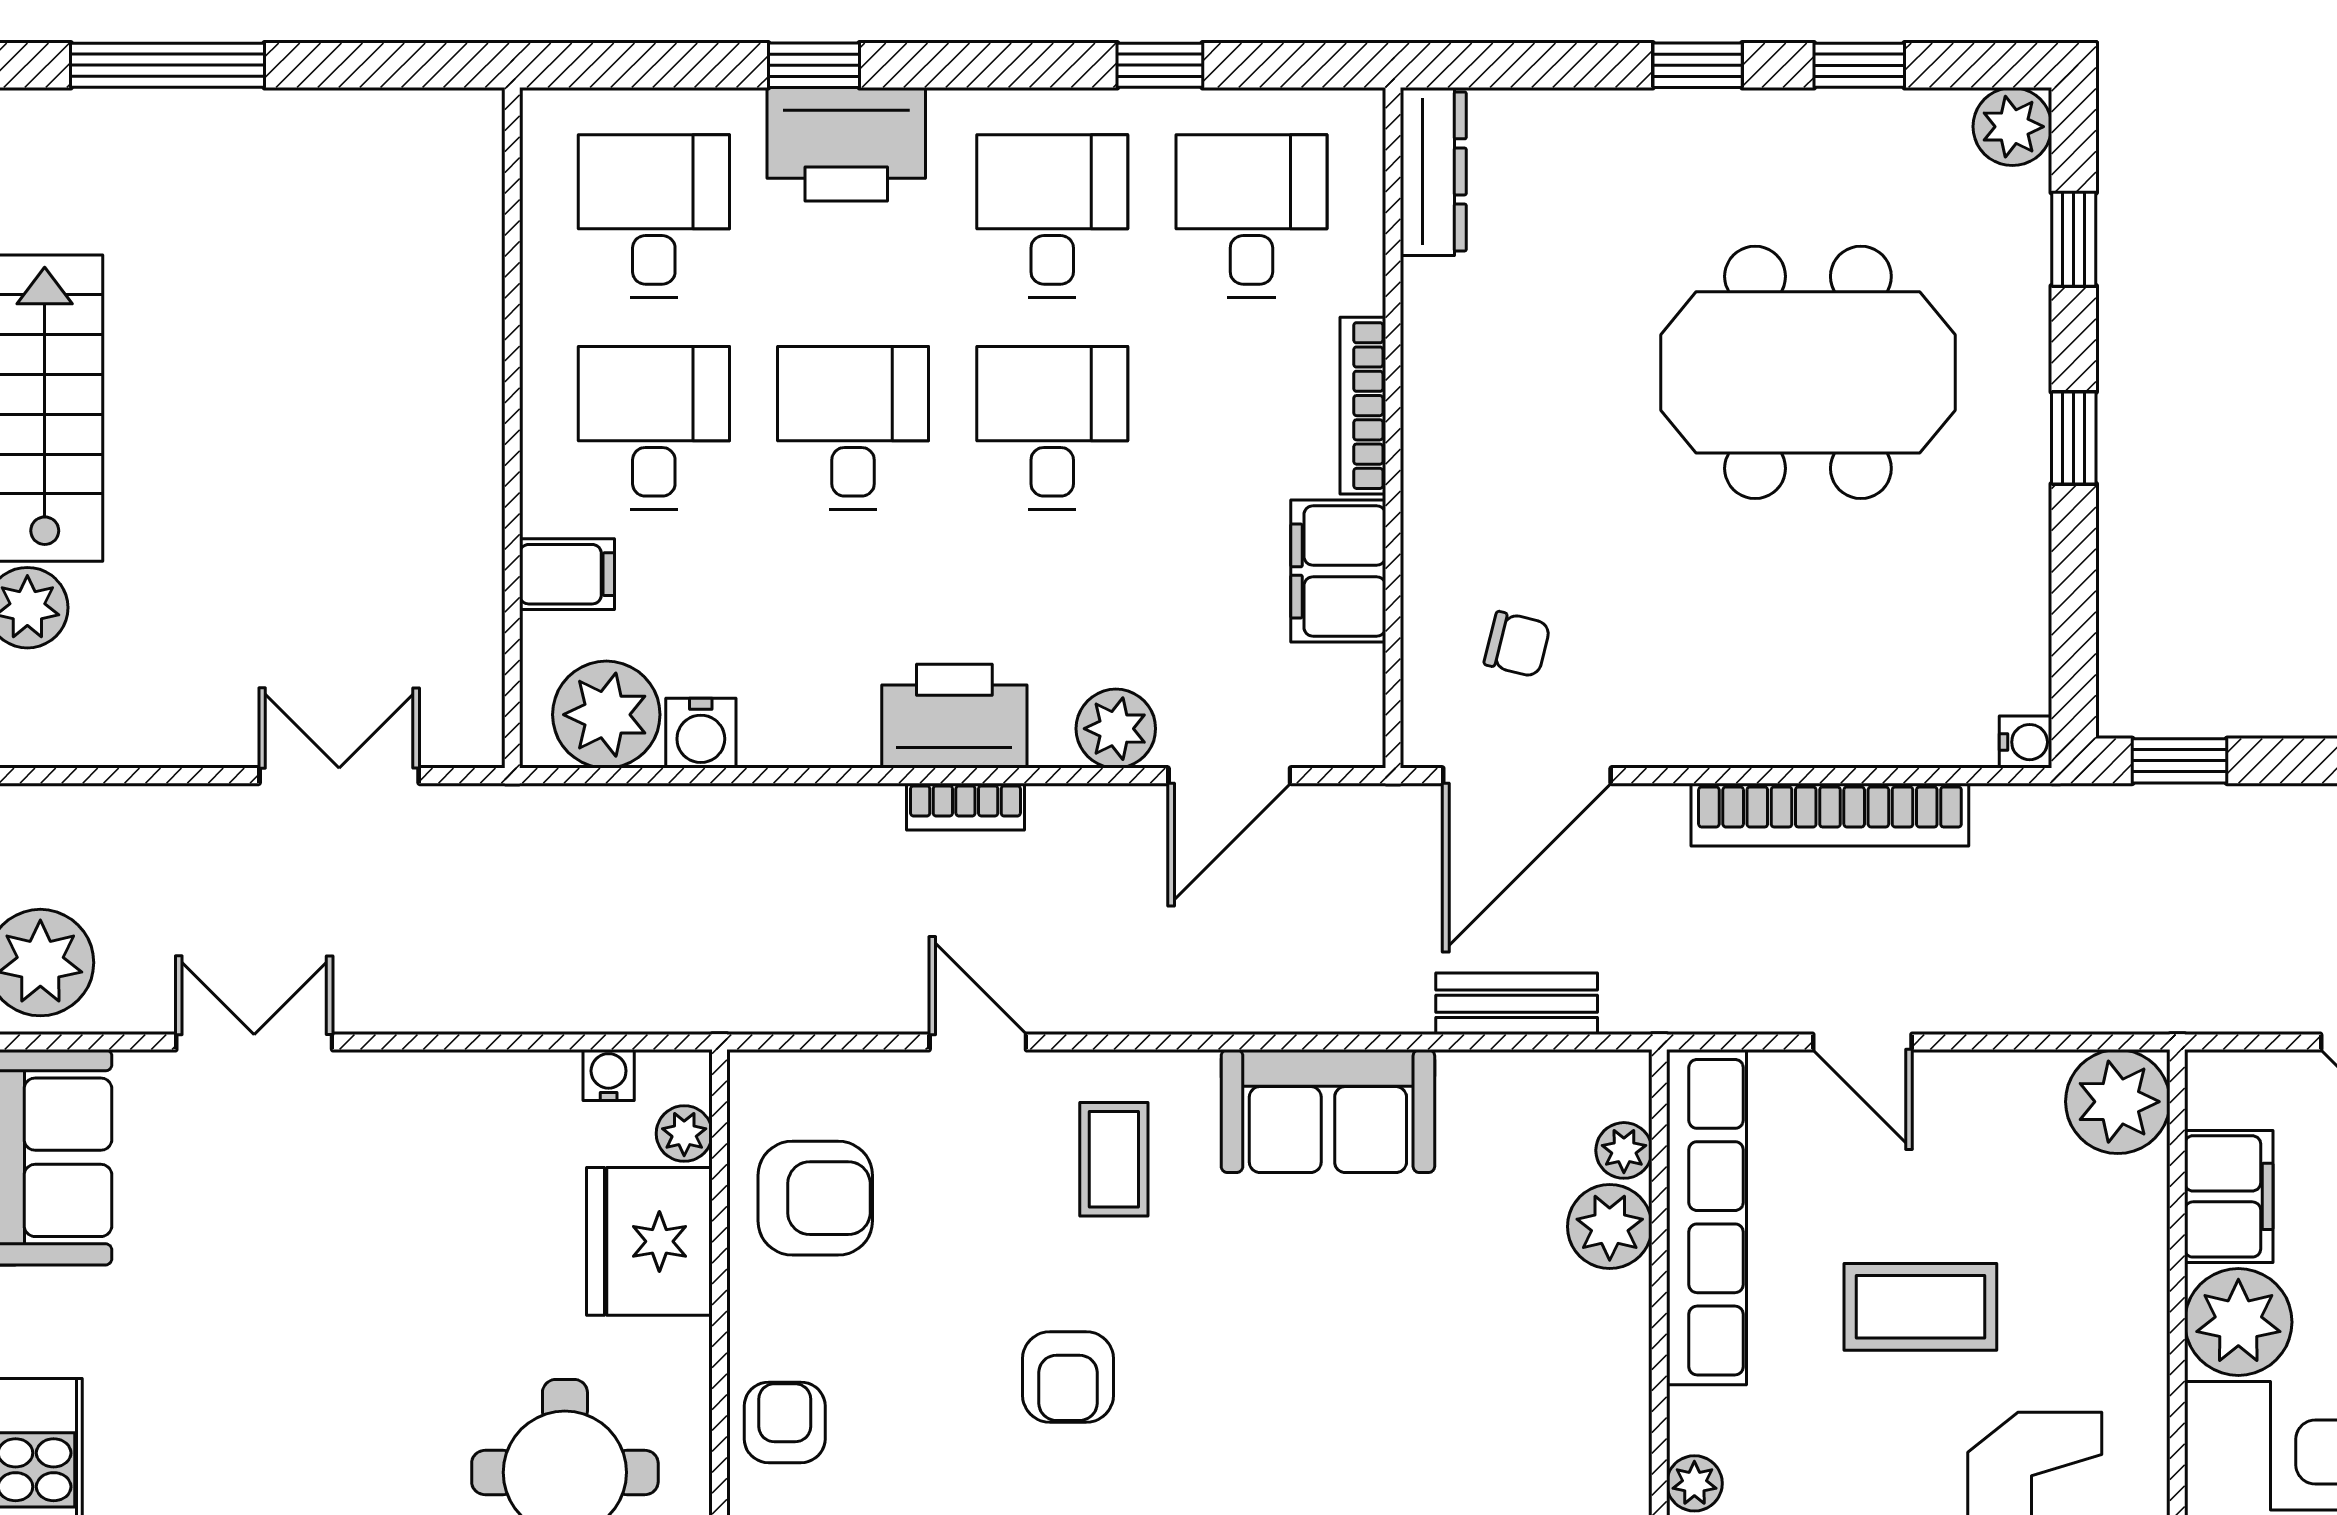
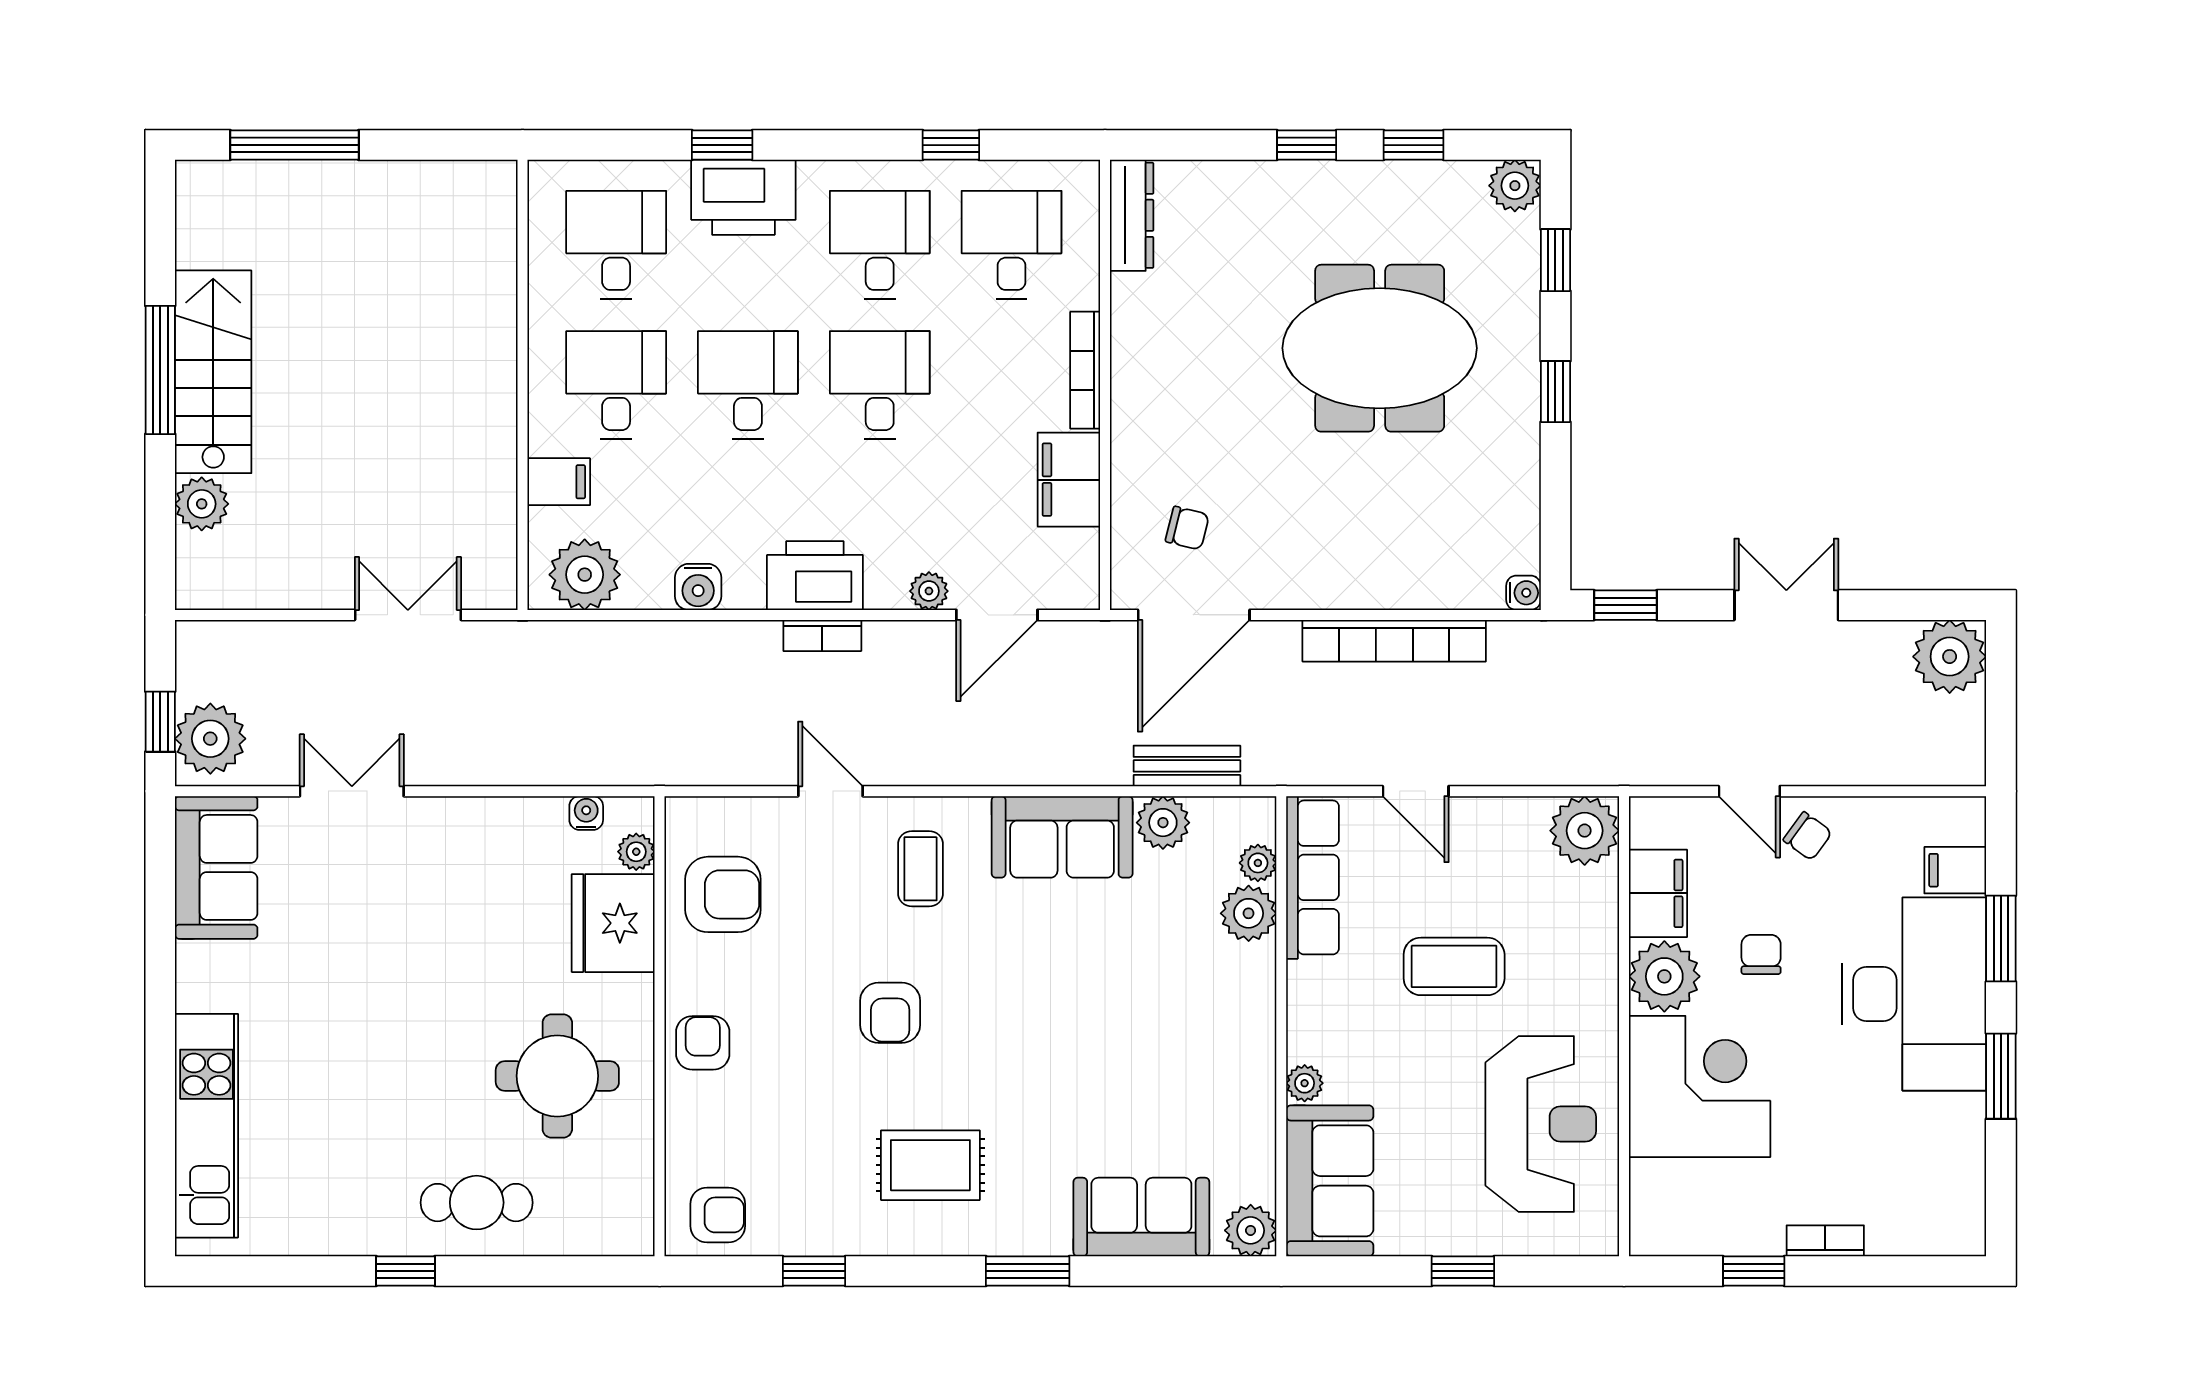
plant: (1116, 729) -> (929, 591), width x0.73, depth x0.73
water cooler: (701, 733) -> (698, 587), moved
plant: (1480, 1089) -> (1163, 823), added
row of seats: (1706, 1217) -> (1313, 877), width x0.73

